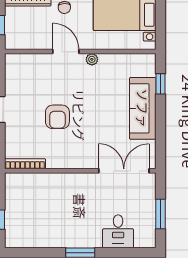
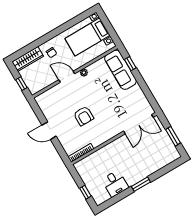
sofa: (143, 108) -> (120, 70), moved
double door: (124, 171) -> (138, 124), swing flipped
desk: (118, 231) -> (115, 183), moved

